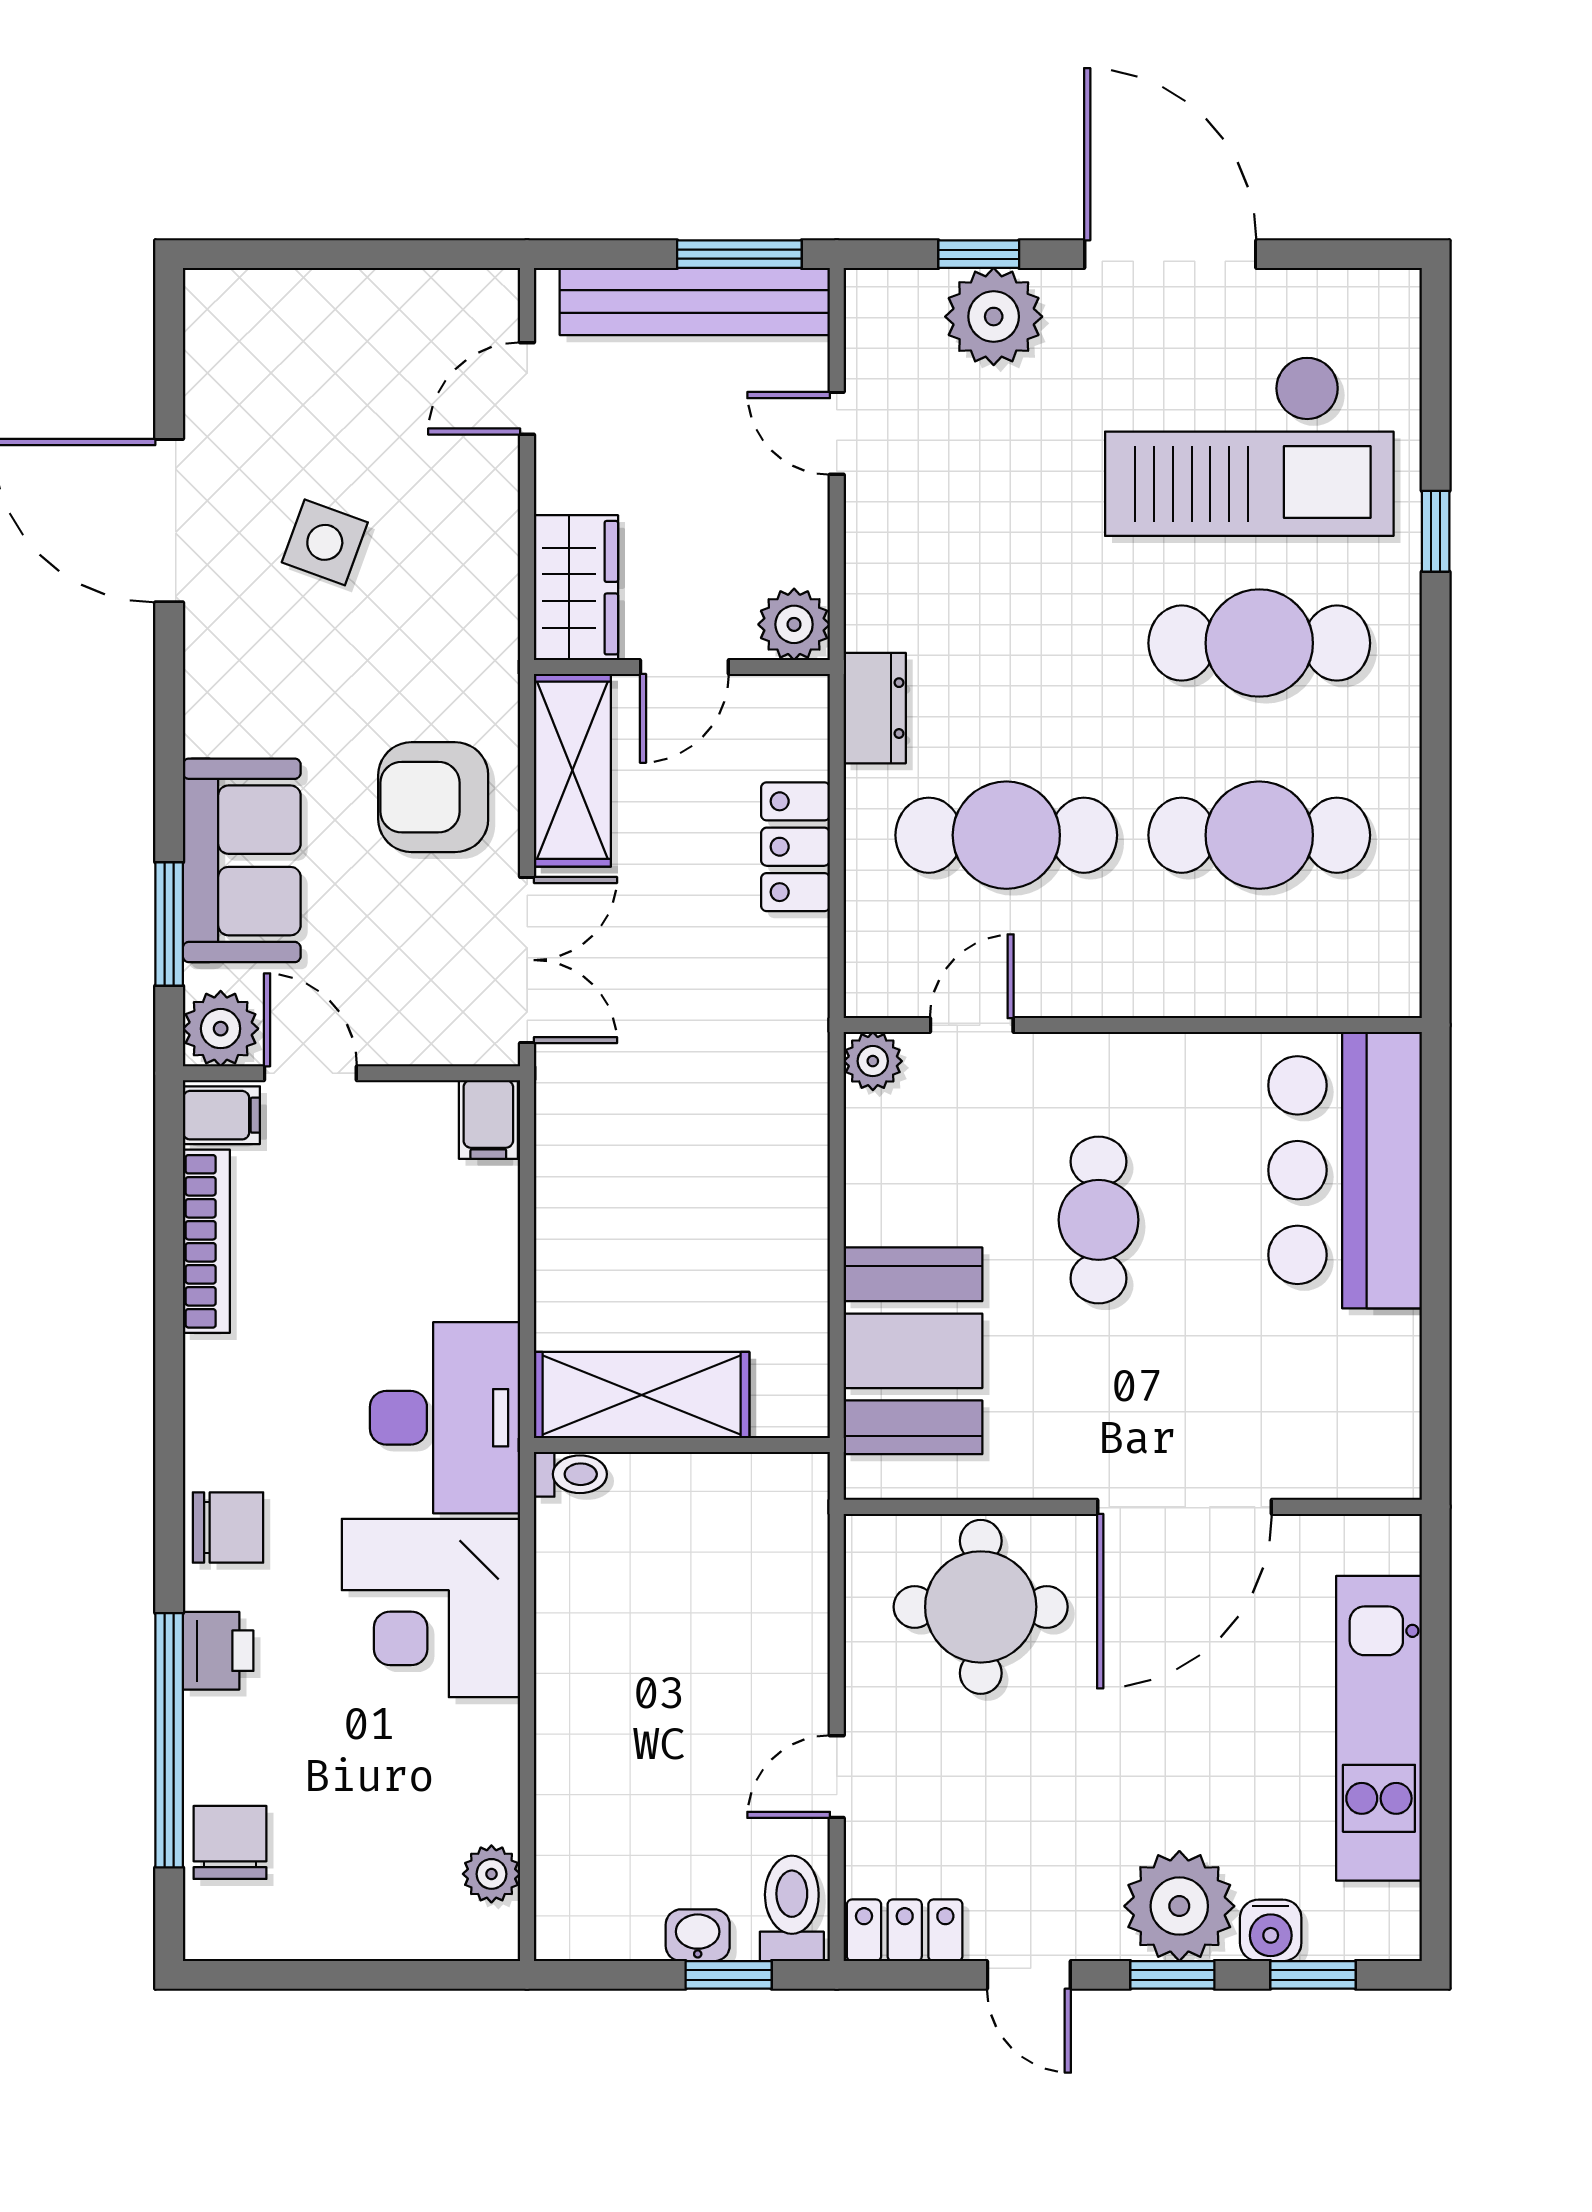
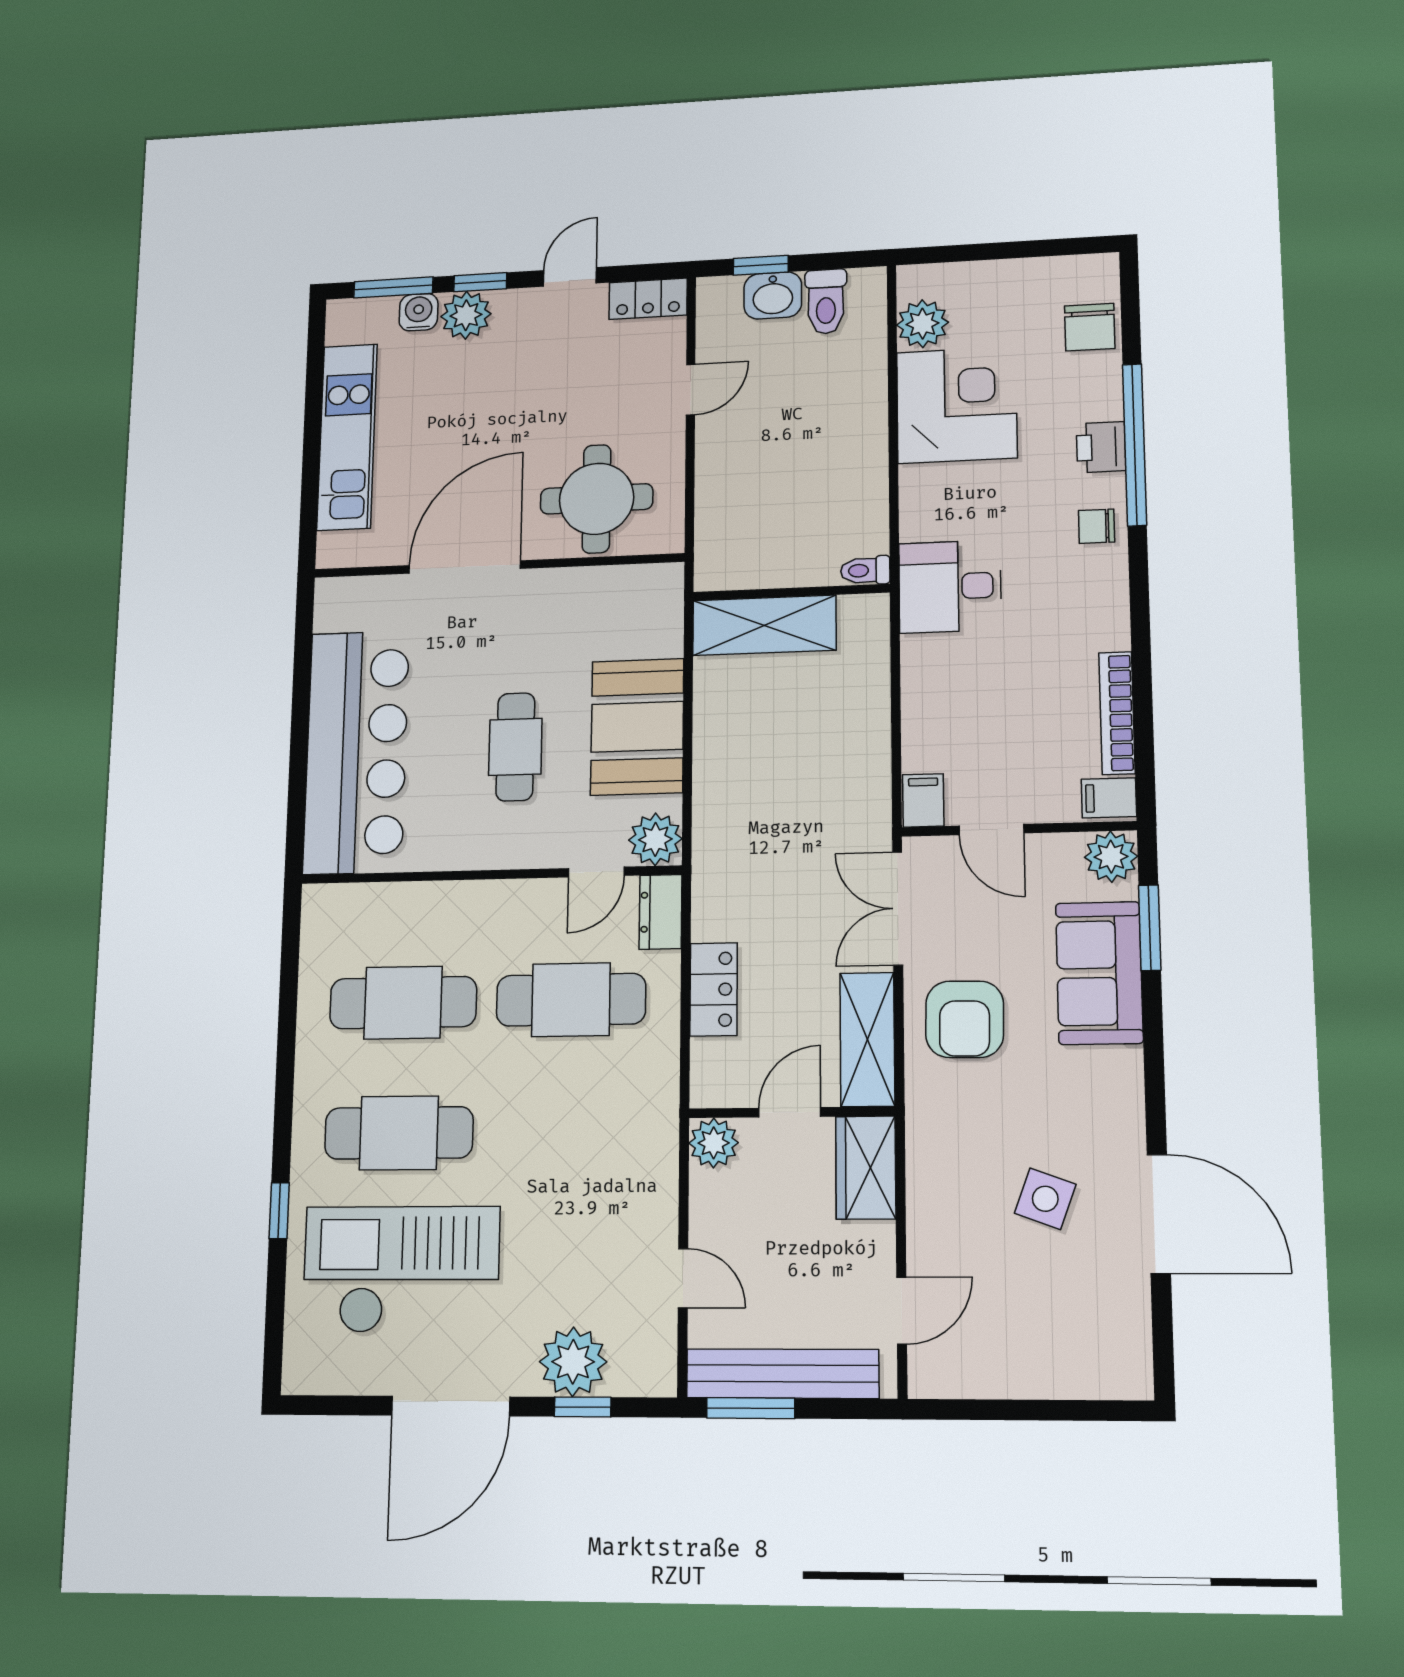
door: (1170, 254) -> (451, 1406), hinge flipped
dresser: (875, 708) -> (661, 912), moved
armchair: (433, 797) -> (965, 1019), turned 91
plant: (873, 1061) -> (655, 839), width x1.38, depth x1.38
door: (310, 1073) -> (991, 830), moved
bar counter: (1345, 1170) -> (356, 752), width x1.36
booth: (913, 1351) -> (637, 727), moved
shelving: (642, 1395) -> (764, 625), moved
desk: (445, 1418) -> (950, 586), width x0.73
chair: (228, 1527) -> (1097, 526), width x0.73, depth x0.73
corner desk: (431, 1608) -> (957, 405), moved
window: (169, 1740) -> (1135, 444), moved
plant: (491, 1874) -> (922, 324), width x1.38, depth x1.38
plant: (1179, 1906) -> (466, 315), width x0.73, depth x0.73
toilet: (792, 1908) -> (826, 302), moved
washbasin: (698, 1935) -> (773, 295), width x1.38, depth x1.45
door: (1029, 1975) -> (570, 277), hinge flipped
window: (1313, 1975) -> (393, 287), width x1.50

